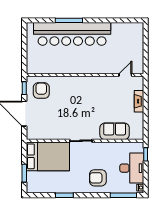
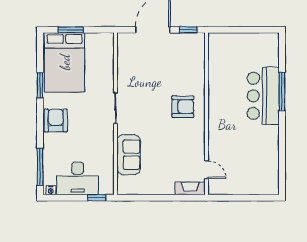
bar counter: (72, 34) -> (263, 96), width x0.54
armchair: (41, 91) -> (183, 107), moved
fireplace: (139, 101) -> (190, 188), moved
bed: (48, 156) -> (65, 62), moved
armchair: (98, 178) -> (56, 120), moved

